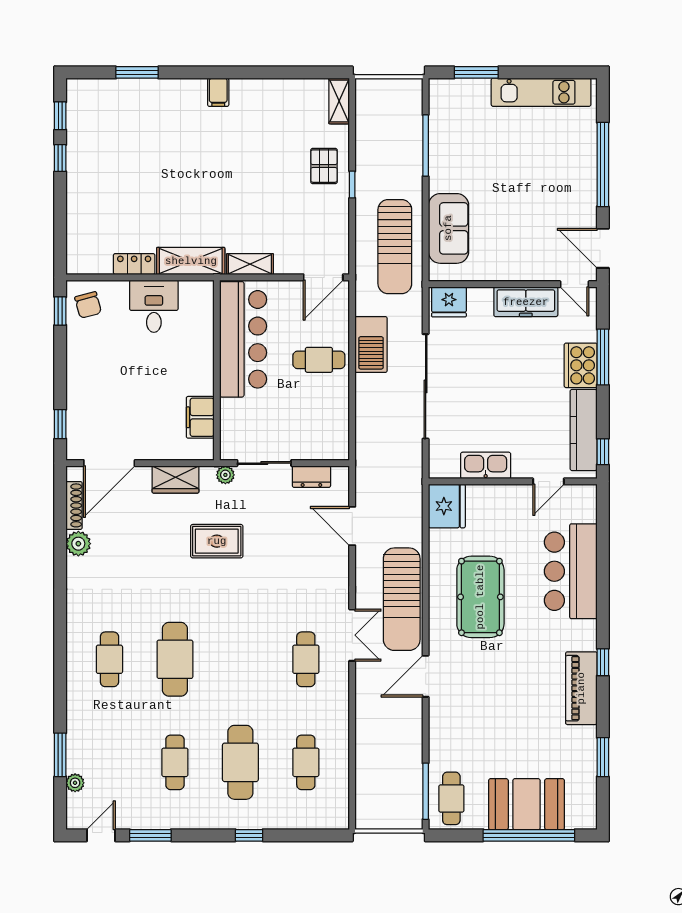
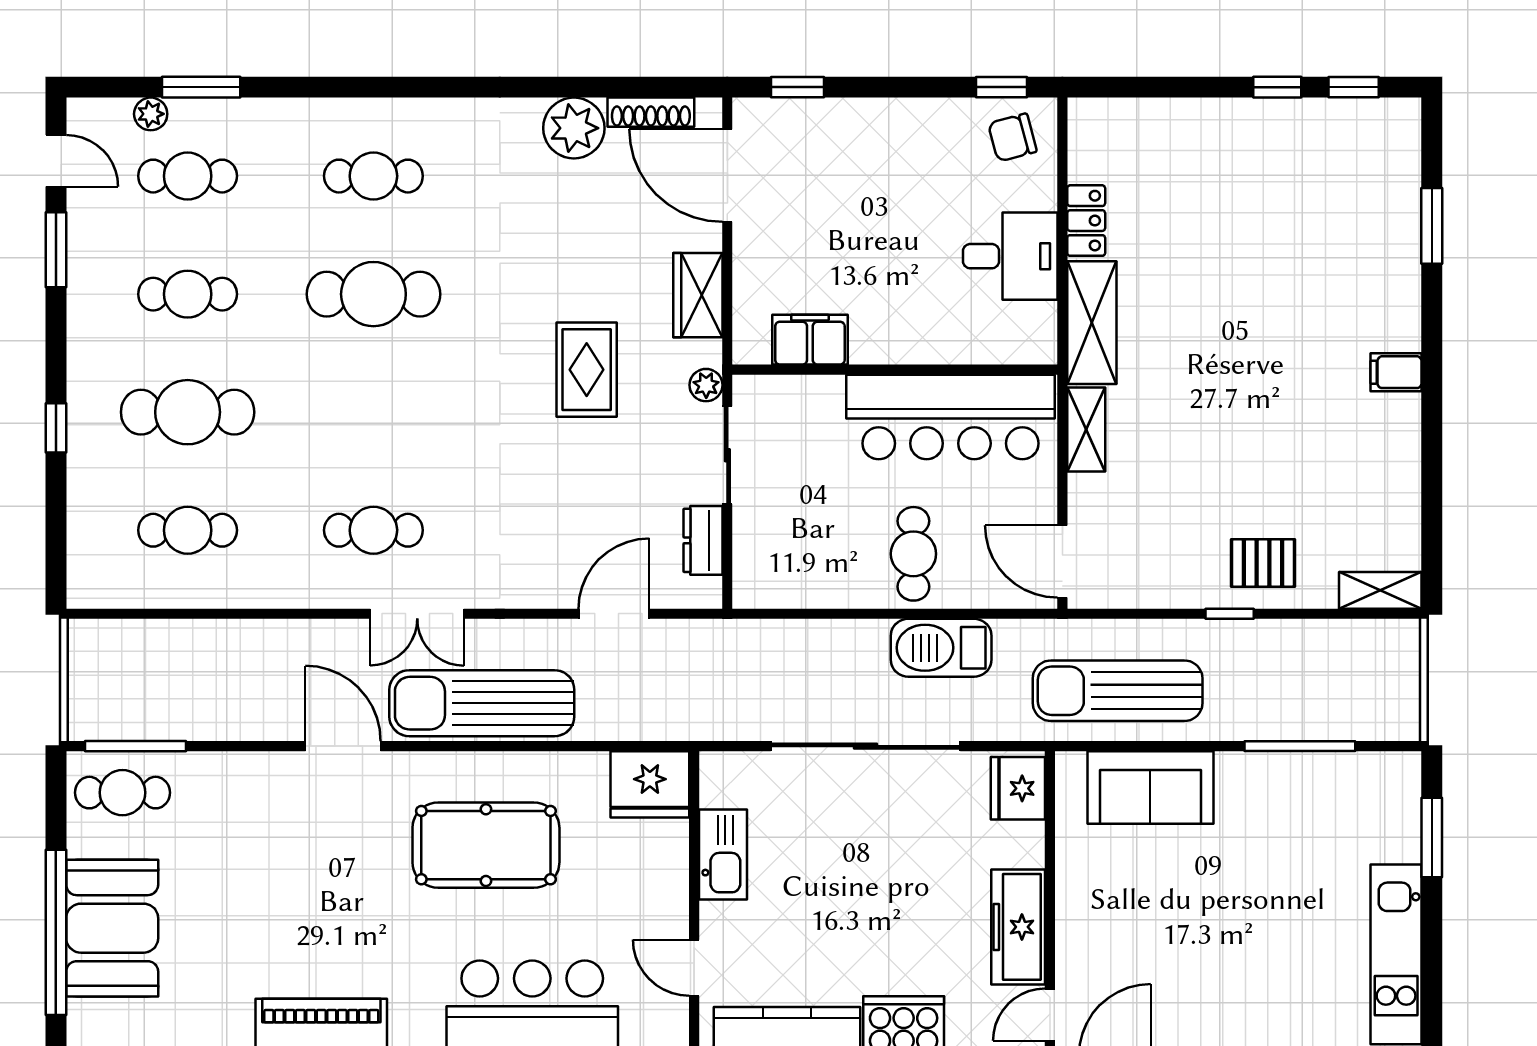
plant: (78, 544) -> (574, 128), width x1.36, depth x1.36
cafe table: (109, 762) -> (188, 176), added

